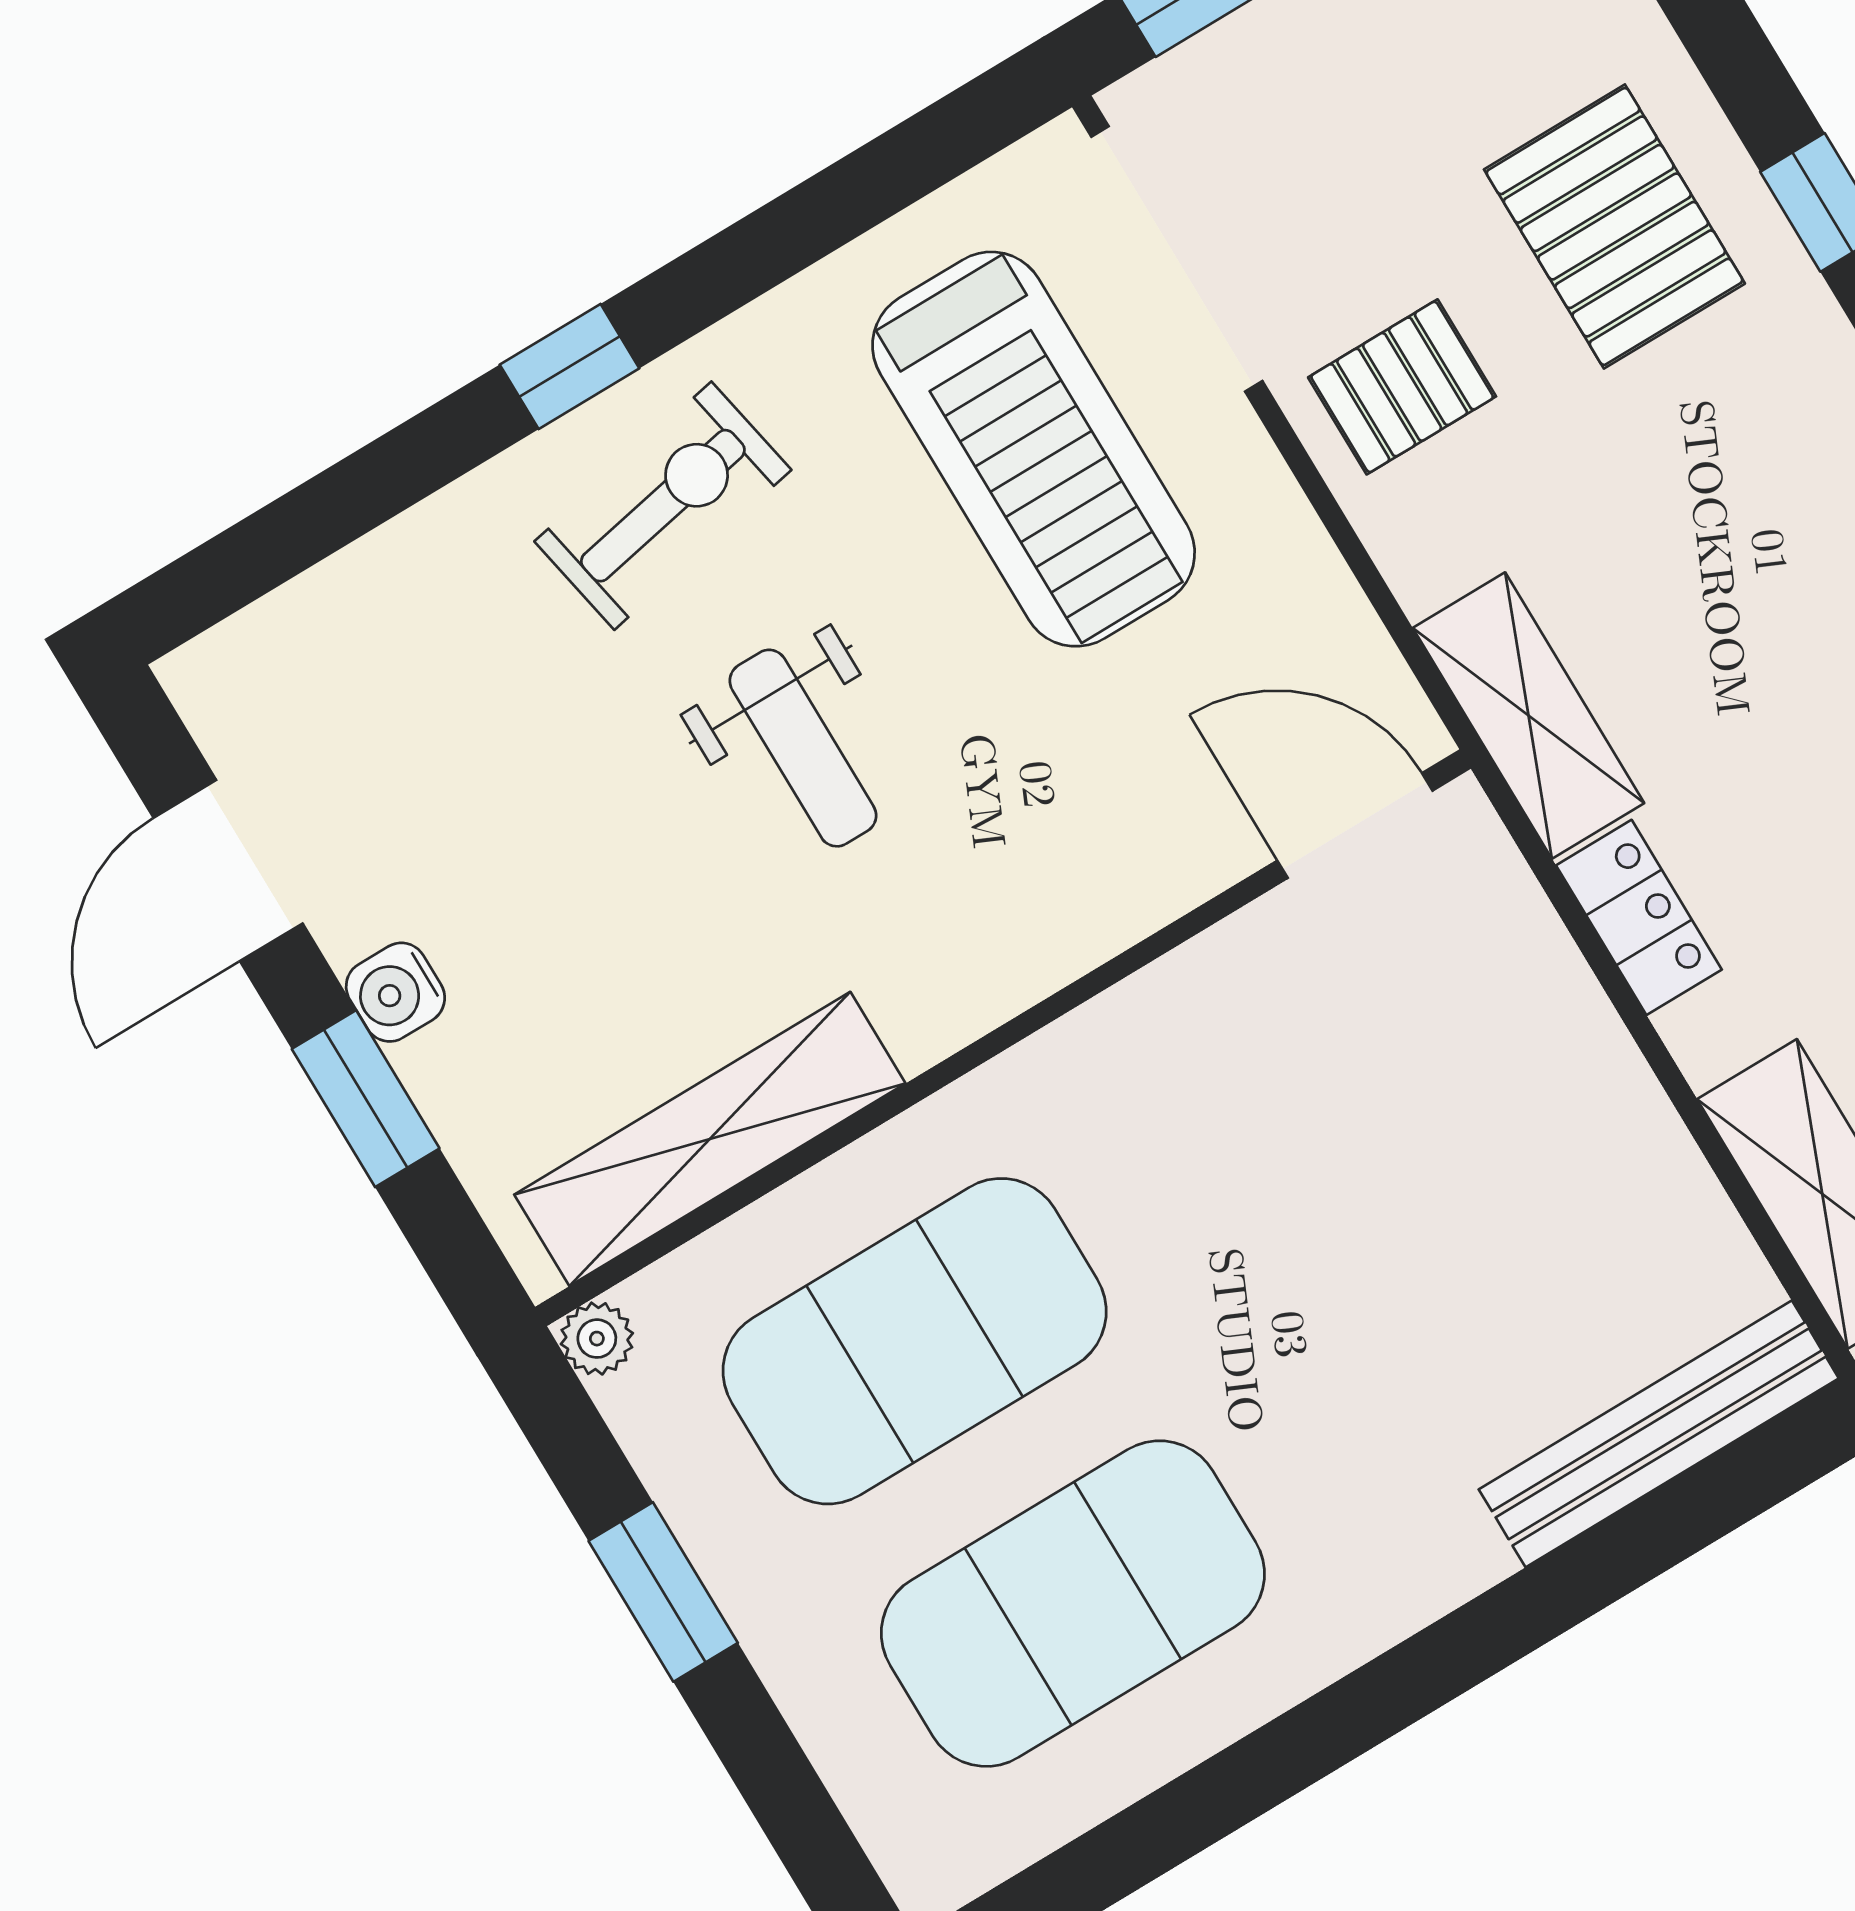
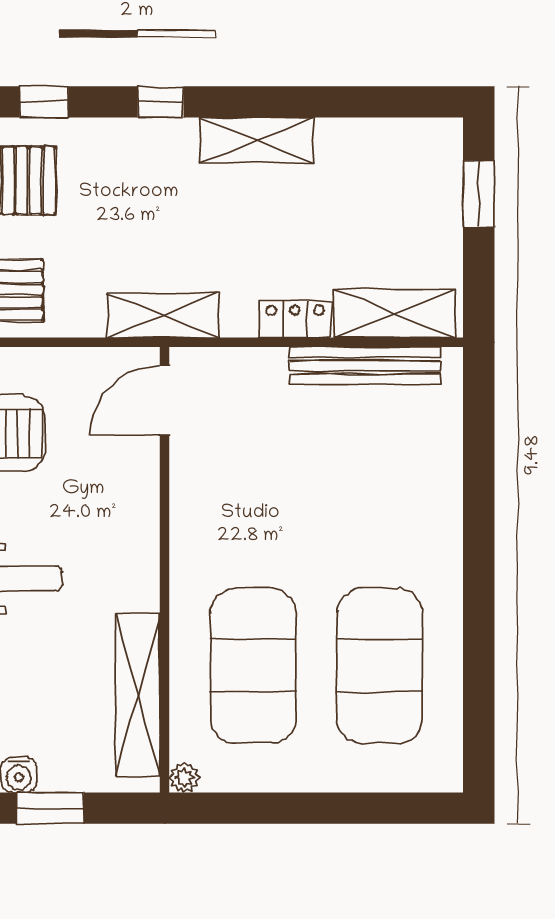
locker: (1639, 917) -> (295, 319), moved
bench: (1659, 1434) -> (365, 366), moved, turned 90
window: (663, 1592) -> (288, 808), removed

